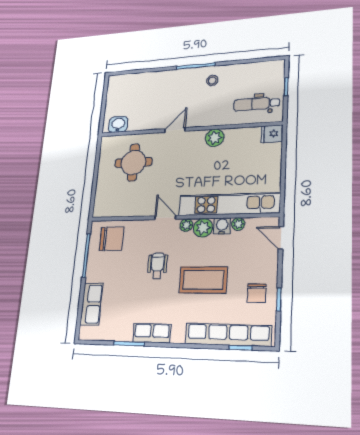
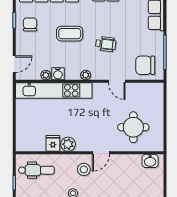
stool: (197, 109) -> (84, 169), added
fridge: (272, 134) -> (53, 143), moved, turned -90
door: (165, 218) -> (117, 81), moved
plant: (203, 228) -> (72, 73), removed
door: (281, 238) -> (14, 64), hinge flipped
wheelchair: (157, 266) -> (106, 44), turned -83
coffee table: (203, 280) -> (70, 34), width x0.73, depth x0.76

